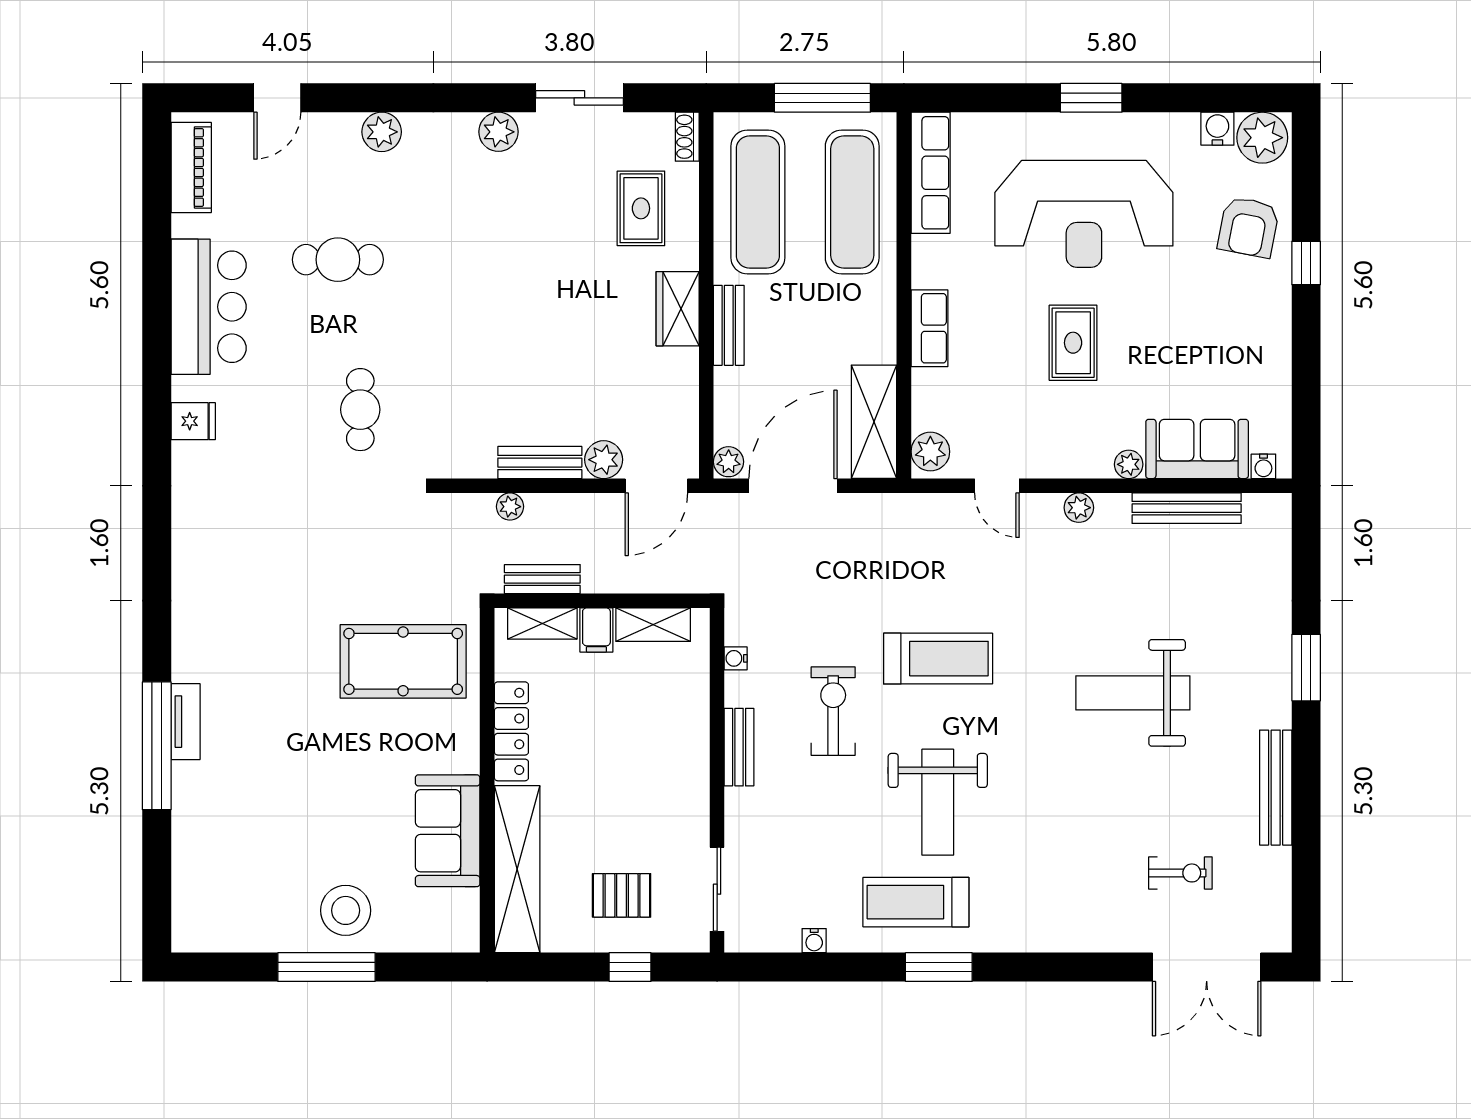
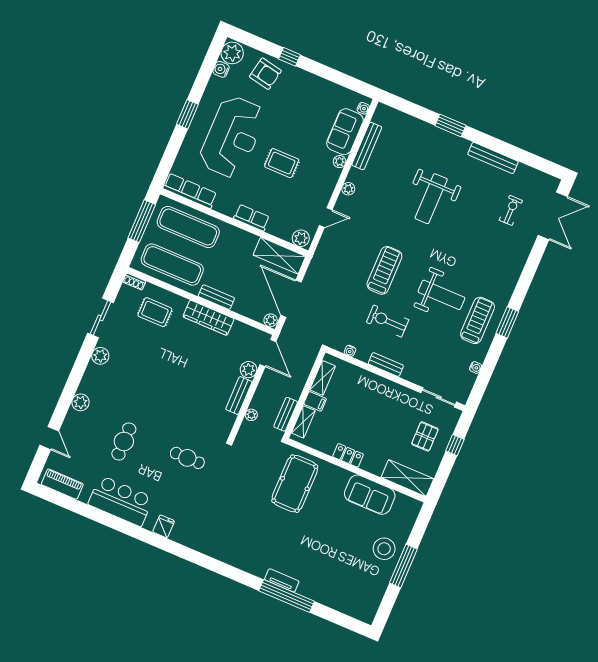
wardrobe: (678, 309) -> (208, 318), width x1.50
locker: (511, 731) -> (348, 455), width x0.66
shelving: (517, 869) -> (407, 478), width x0.68
treadmill: (916, 902) -> (478, 320), turned 180

